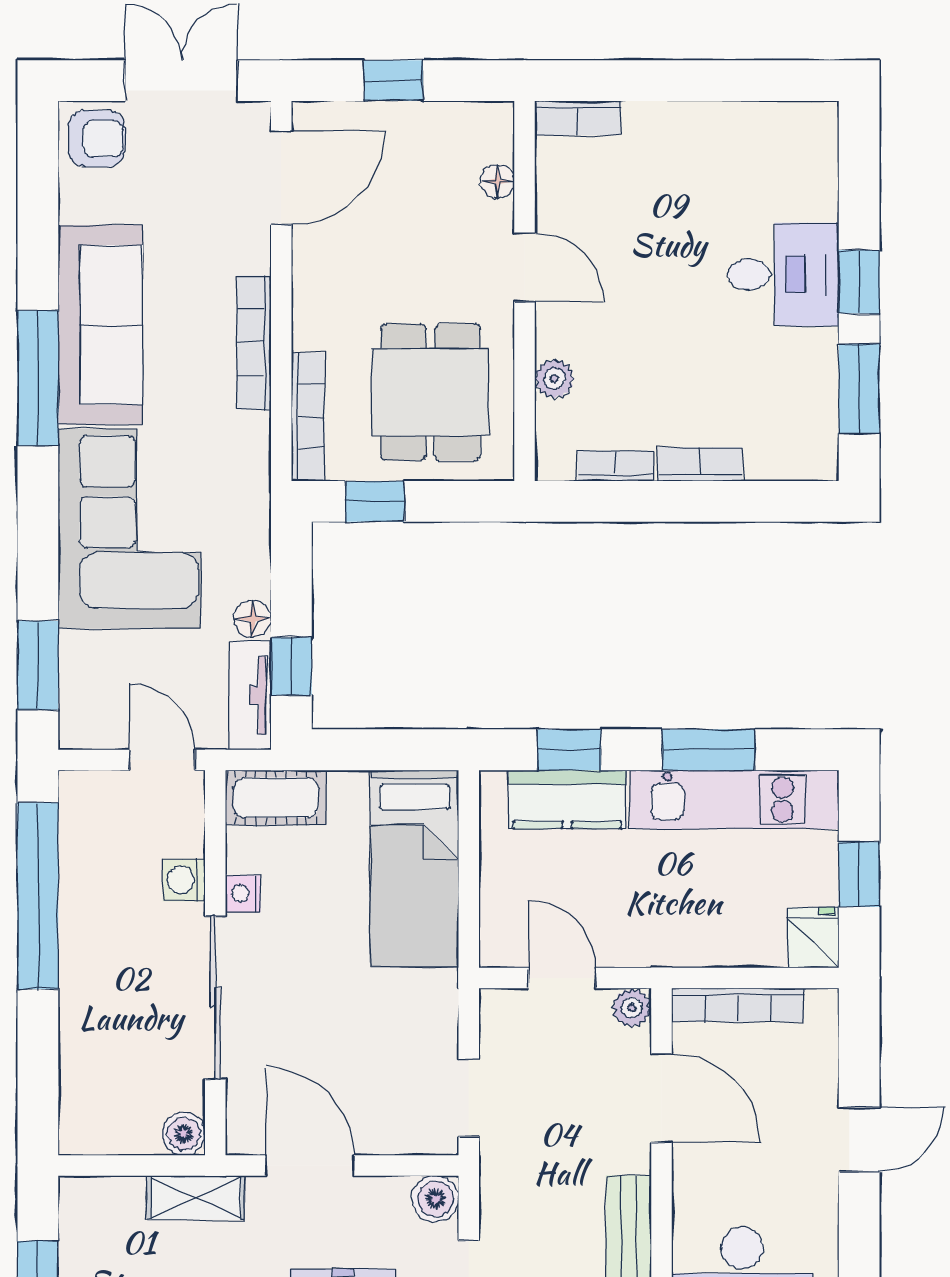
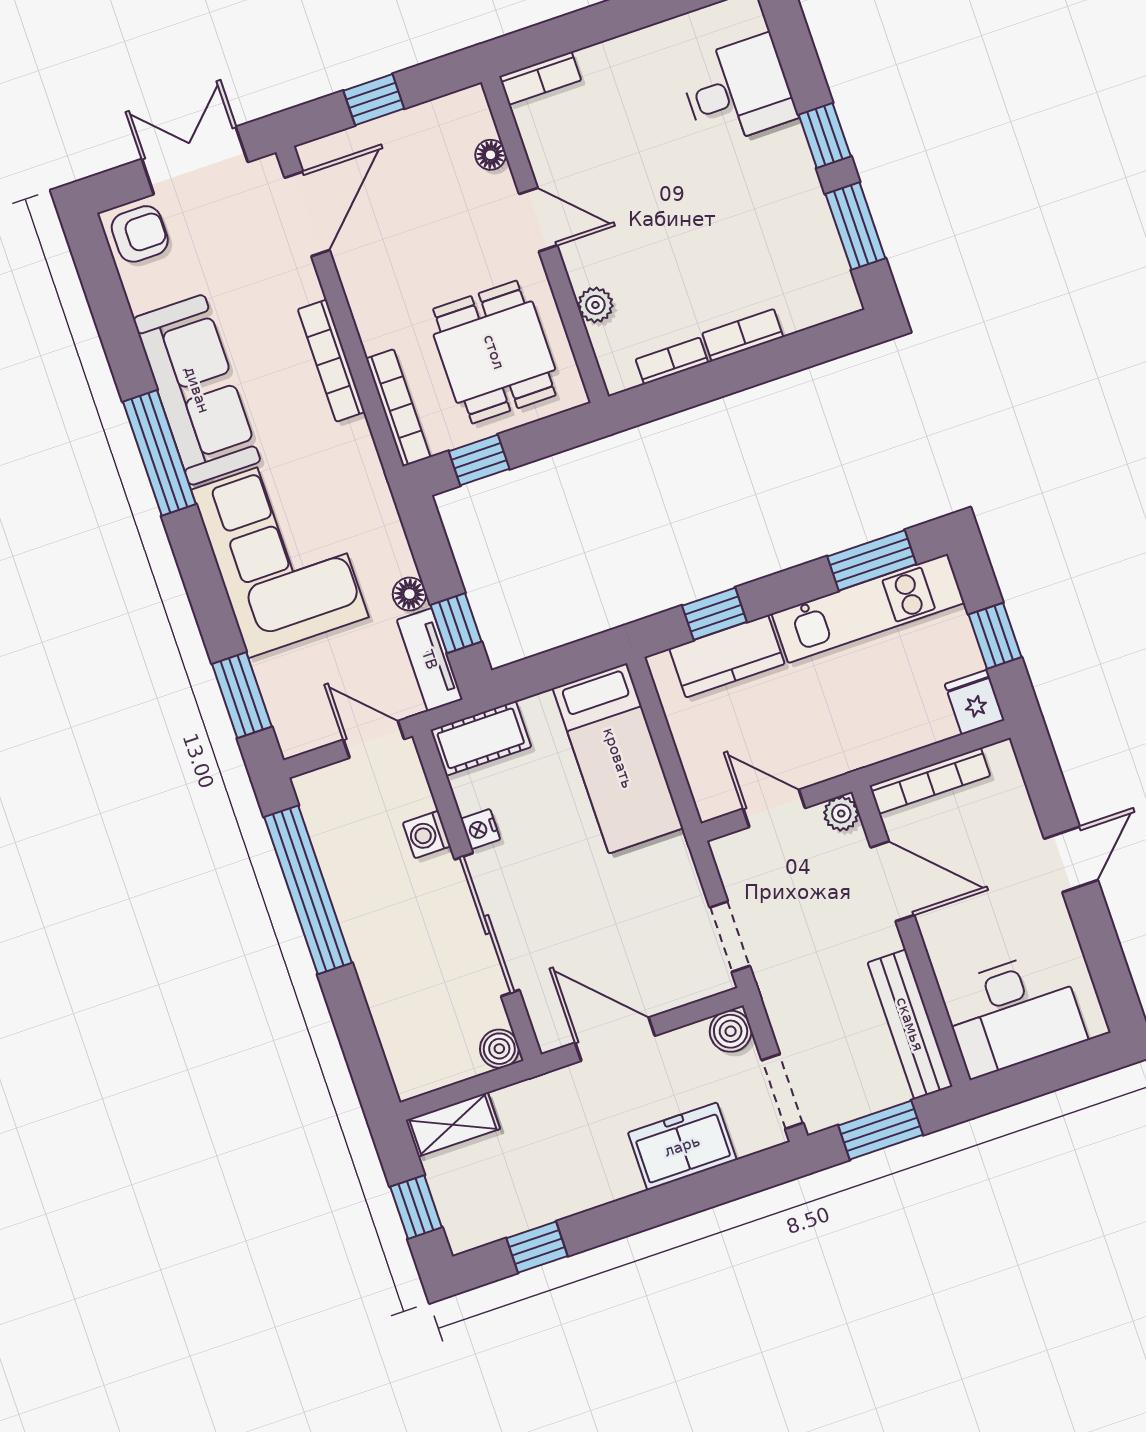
desk: (783, 274) -> (738, 90), moved
window: (708, 750) -> (872, 560), moved
shelving: (196, 1197) -> (453, 1125), moved

